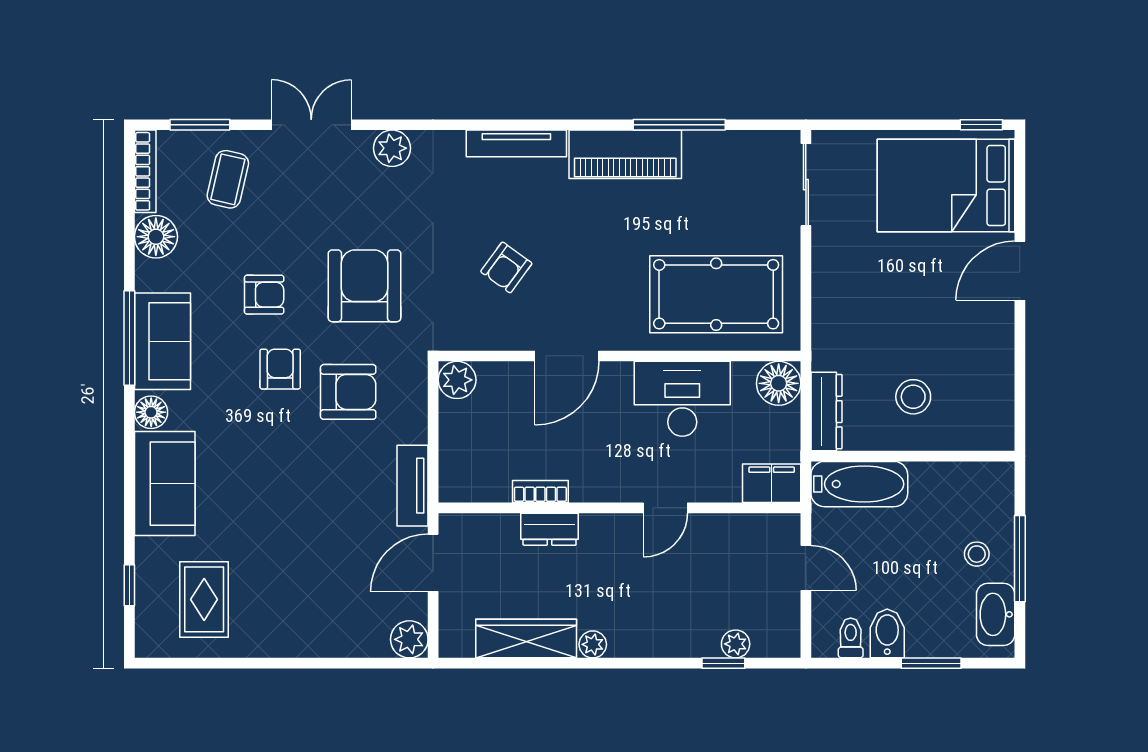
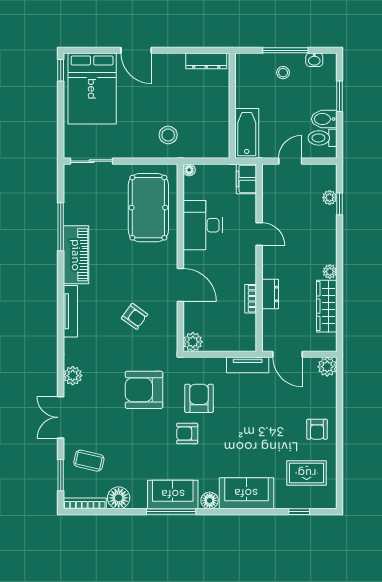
armchair: (264, 295) -> (317, 429), moved, turned 180
floor lamp: (779, 383) -> (189, 170), width x0.53, depth x0.53
stool: (913, 397) -> (168, 135), moved
dresser: (826, 412) -> (206, 61), moved, turned 180
washbasin: (996, 614) -> (314, 60), width x0.52, depth x0.69
toilet: (851, 638) -> (323, 138), width x1.37, depth x1.39

